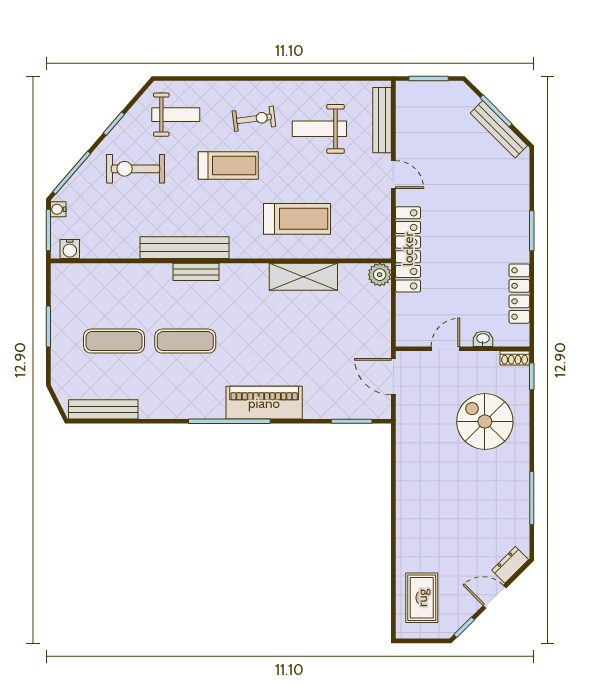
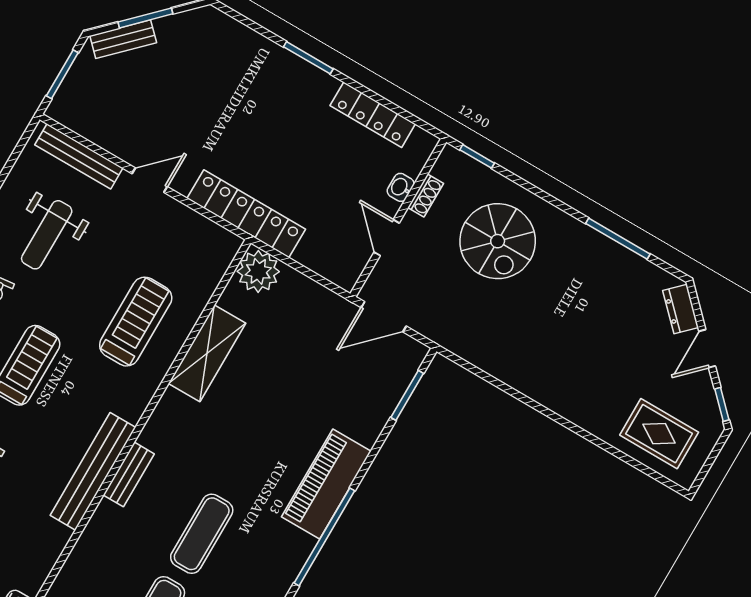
bench: (499, 129) -> (123, 39), moved, width x0.73
plant: (380, 275) -> (258, 271), width x1.36, depth x1.36
shoe rack: (515, 358) -> (426, 196), moved
spiral stairs: (485, 422) -> (498, 241), turned -90

